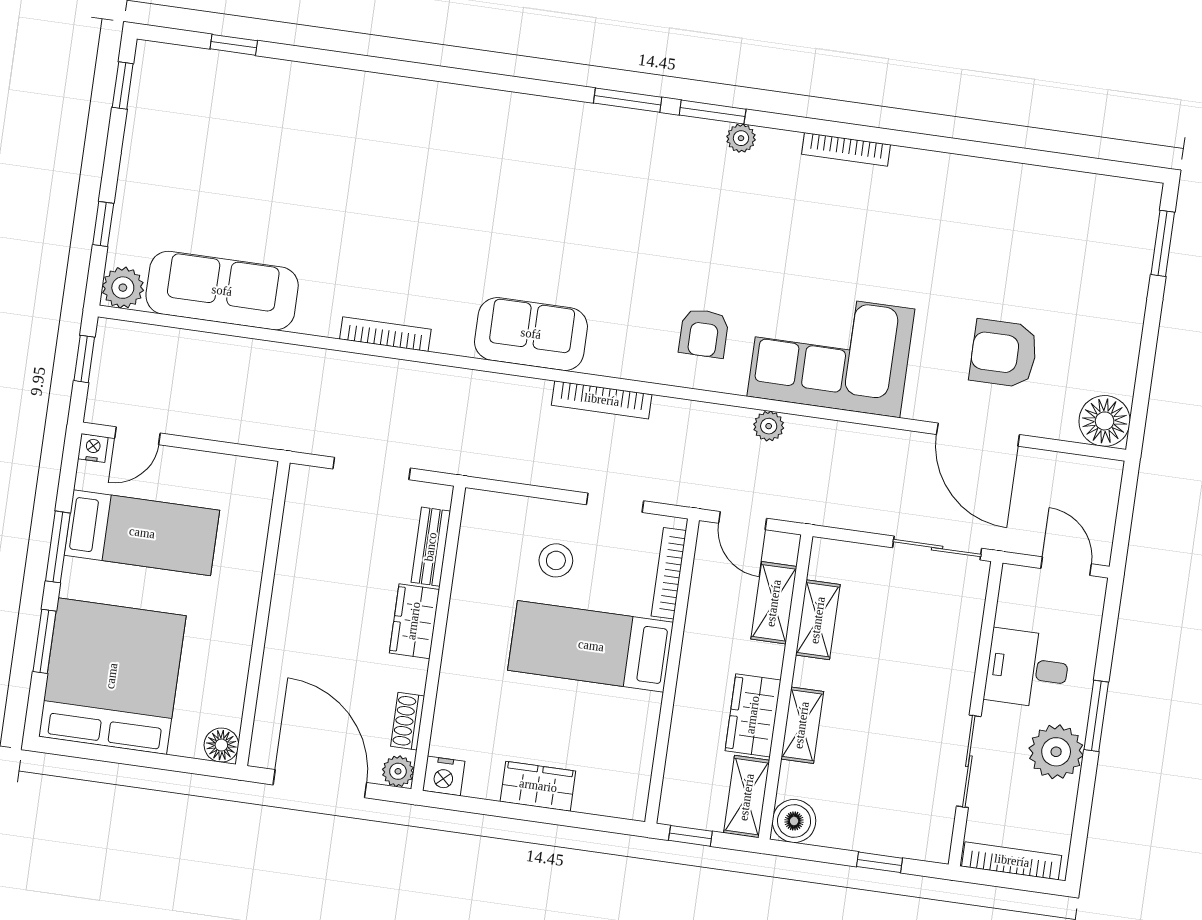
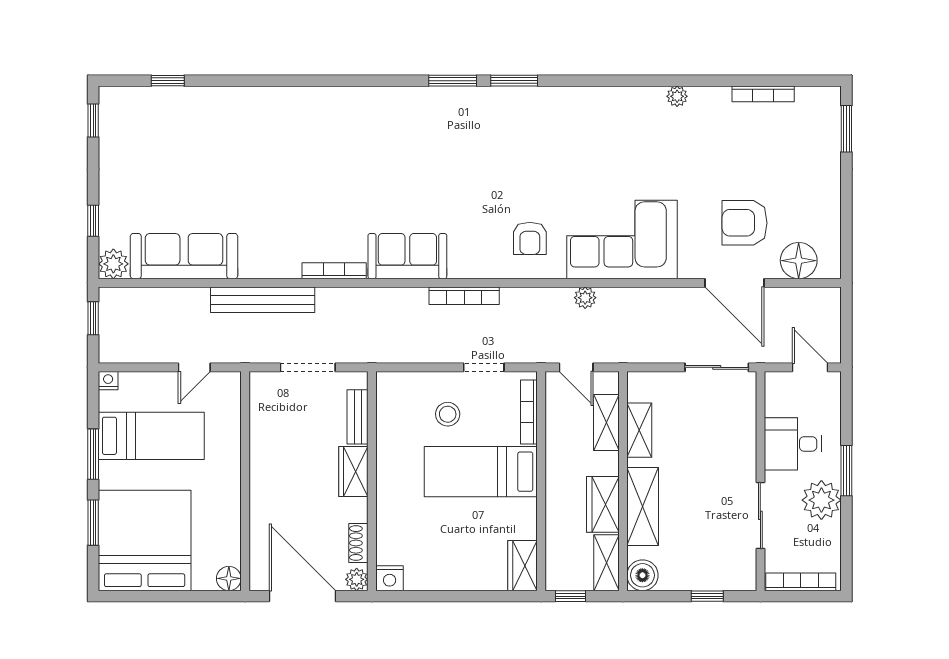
plant: (741, 138) -> (677, 96), moved
bookcase: (846, 149) -> (763, 94), moved
bookcase: (385, 334) -> (334, 271), moved
bench: (322, 366) -> (263, 300), added
floor lamp: (1105, 421) -> (799, 261), moved
door: (137, 436) -> (194, 367), moved
shelving: (802, 725) -> (643, 507), width x1.50, depth x1.33
wardrobe: (538, 786) -> (522, 566), moved, turned -90

